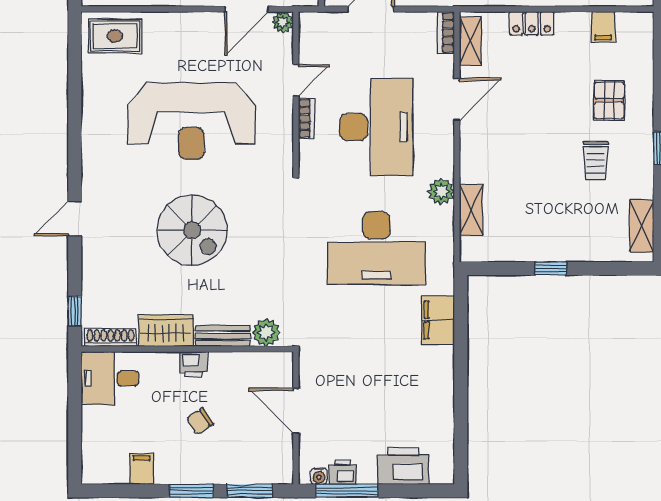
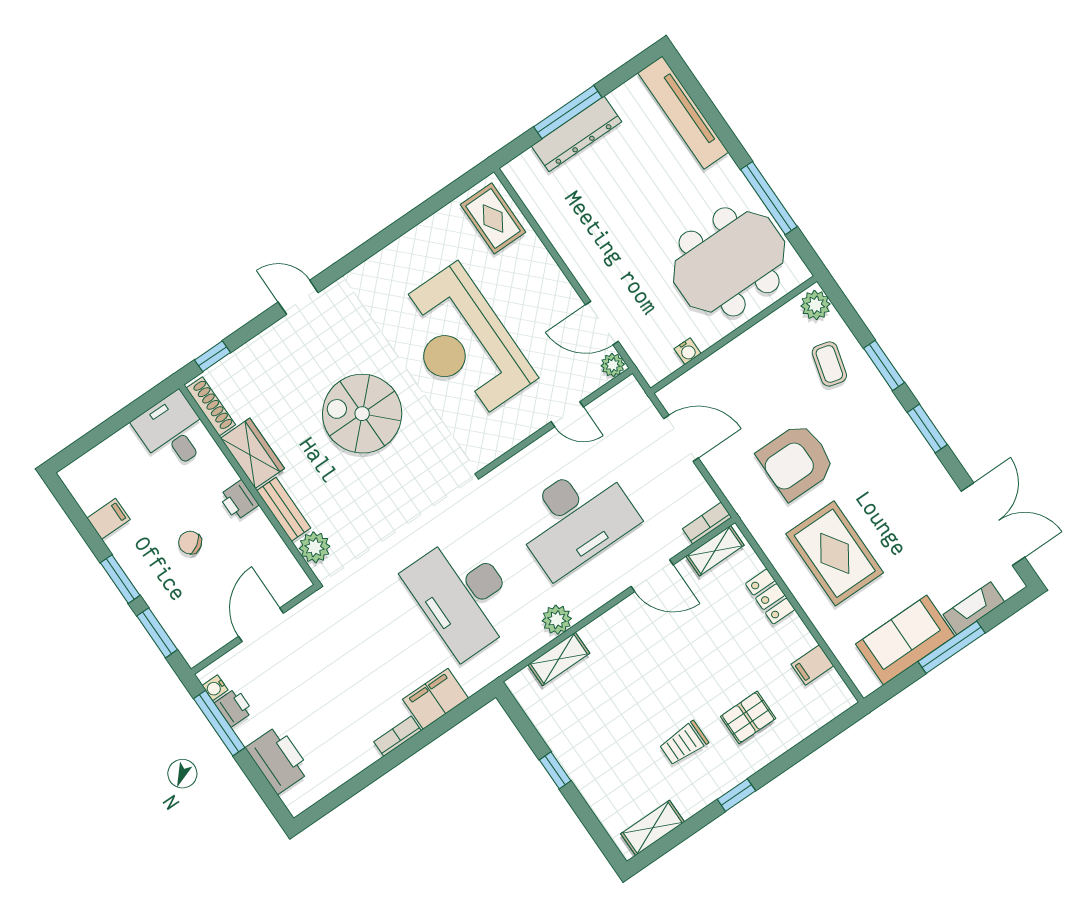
bookcase: (306, 118) -> (398, 736), moved, turned 180
spiral stairs: (192, 230) -> (362, 414), turned 90

